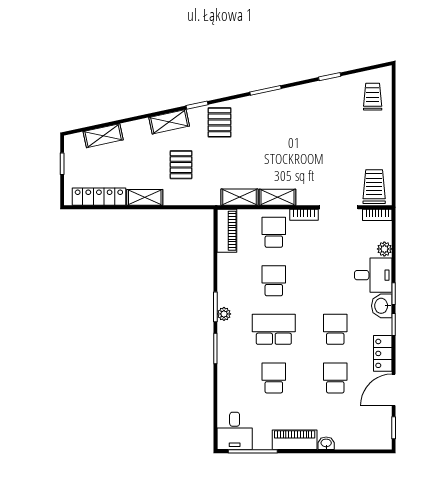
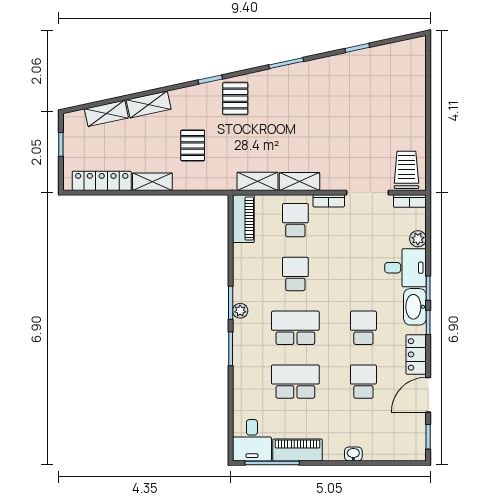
trolley: (373, 97) -> (405, 70), removed
shelving: (169, 122) -> (149, 104), moved
washbasin: (382, 306) -> (415, 307), width x1.38
school desk: (274, 378) -> (295, 382), width x1.85
piano: (295, 440) -> (297, 450), moved

